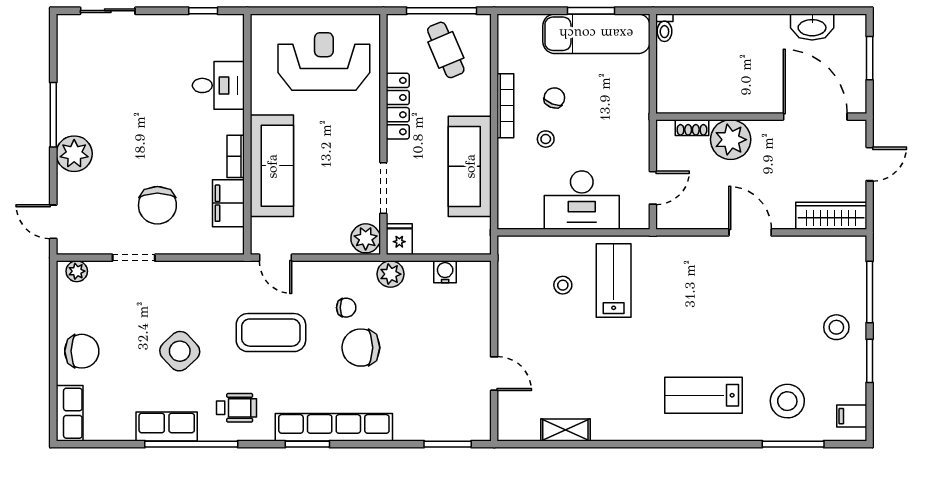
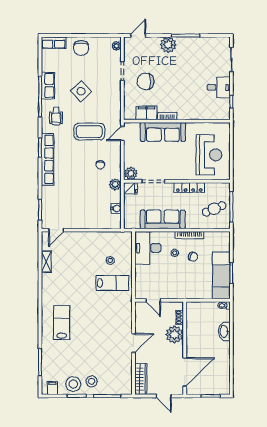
washbasin: (812, 27) -> (224, 331), moved
desk: (218, 85) -> (219, 87), moved, turned -90
desk: (582, 200) -> (148, 248), moved
coffee table: (271, 333) -> (89, 132), turned 90
chair: (361, 348) -> (83, 171), removed
door: (494, 374) -> (56, 230), moved
stool: (787, 401) -> (73, 384), moved

